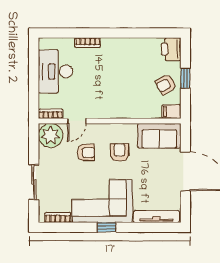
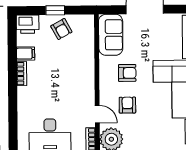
bookcase: (88, 43) -> (22, 74), moved
filing cabinet: (171, 112) -> (26, 54), moved, turned -90
armchair: (119, 152) -> (127, 73), turned 180

